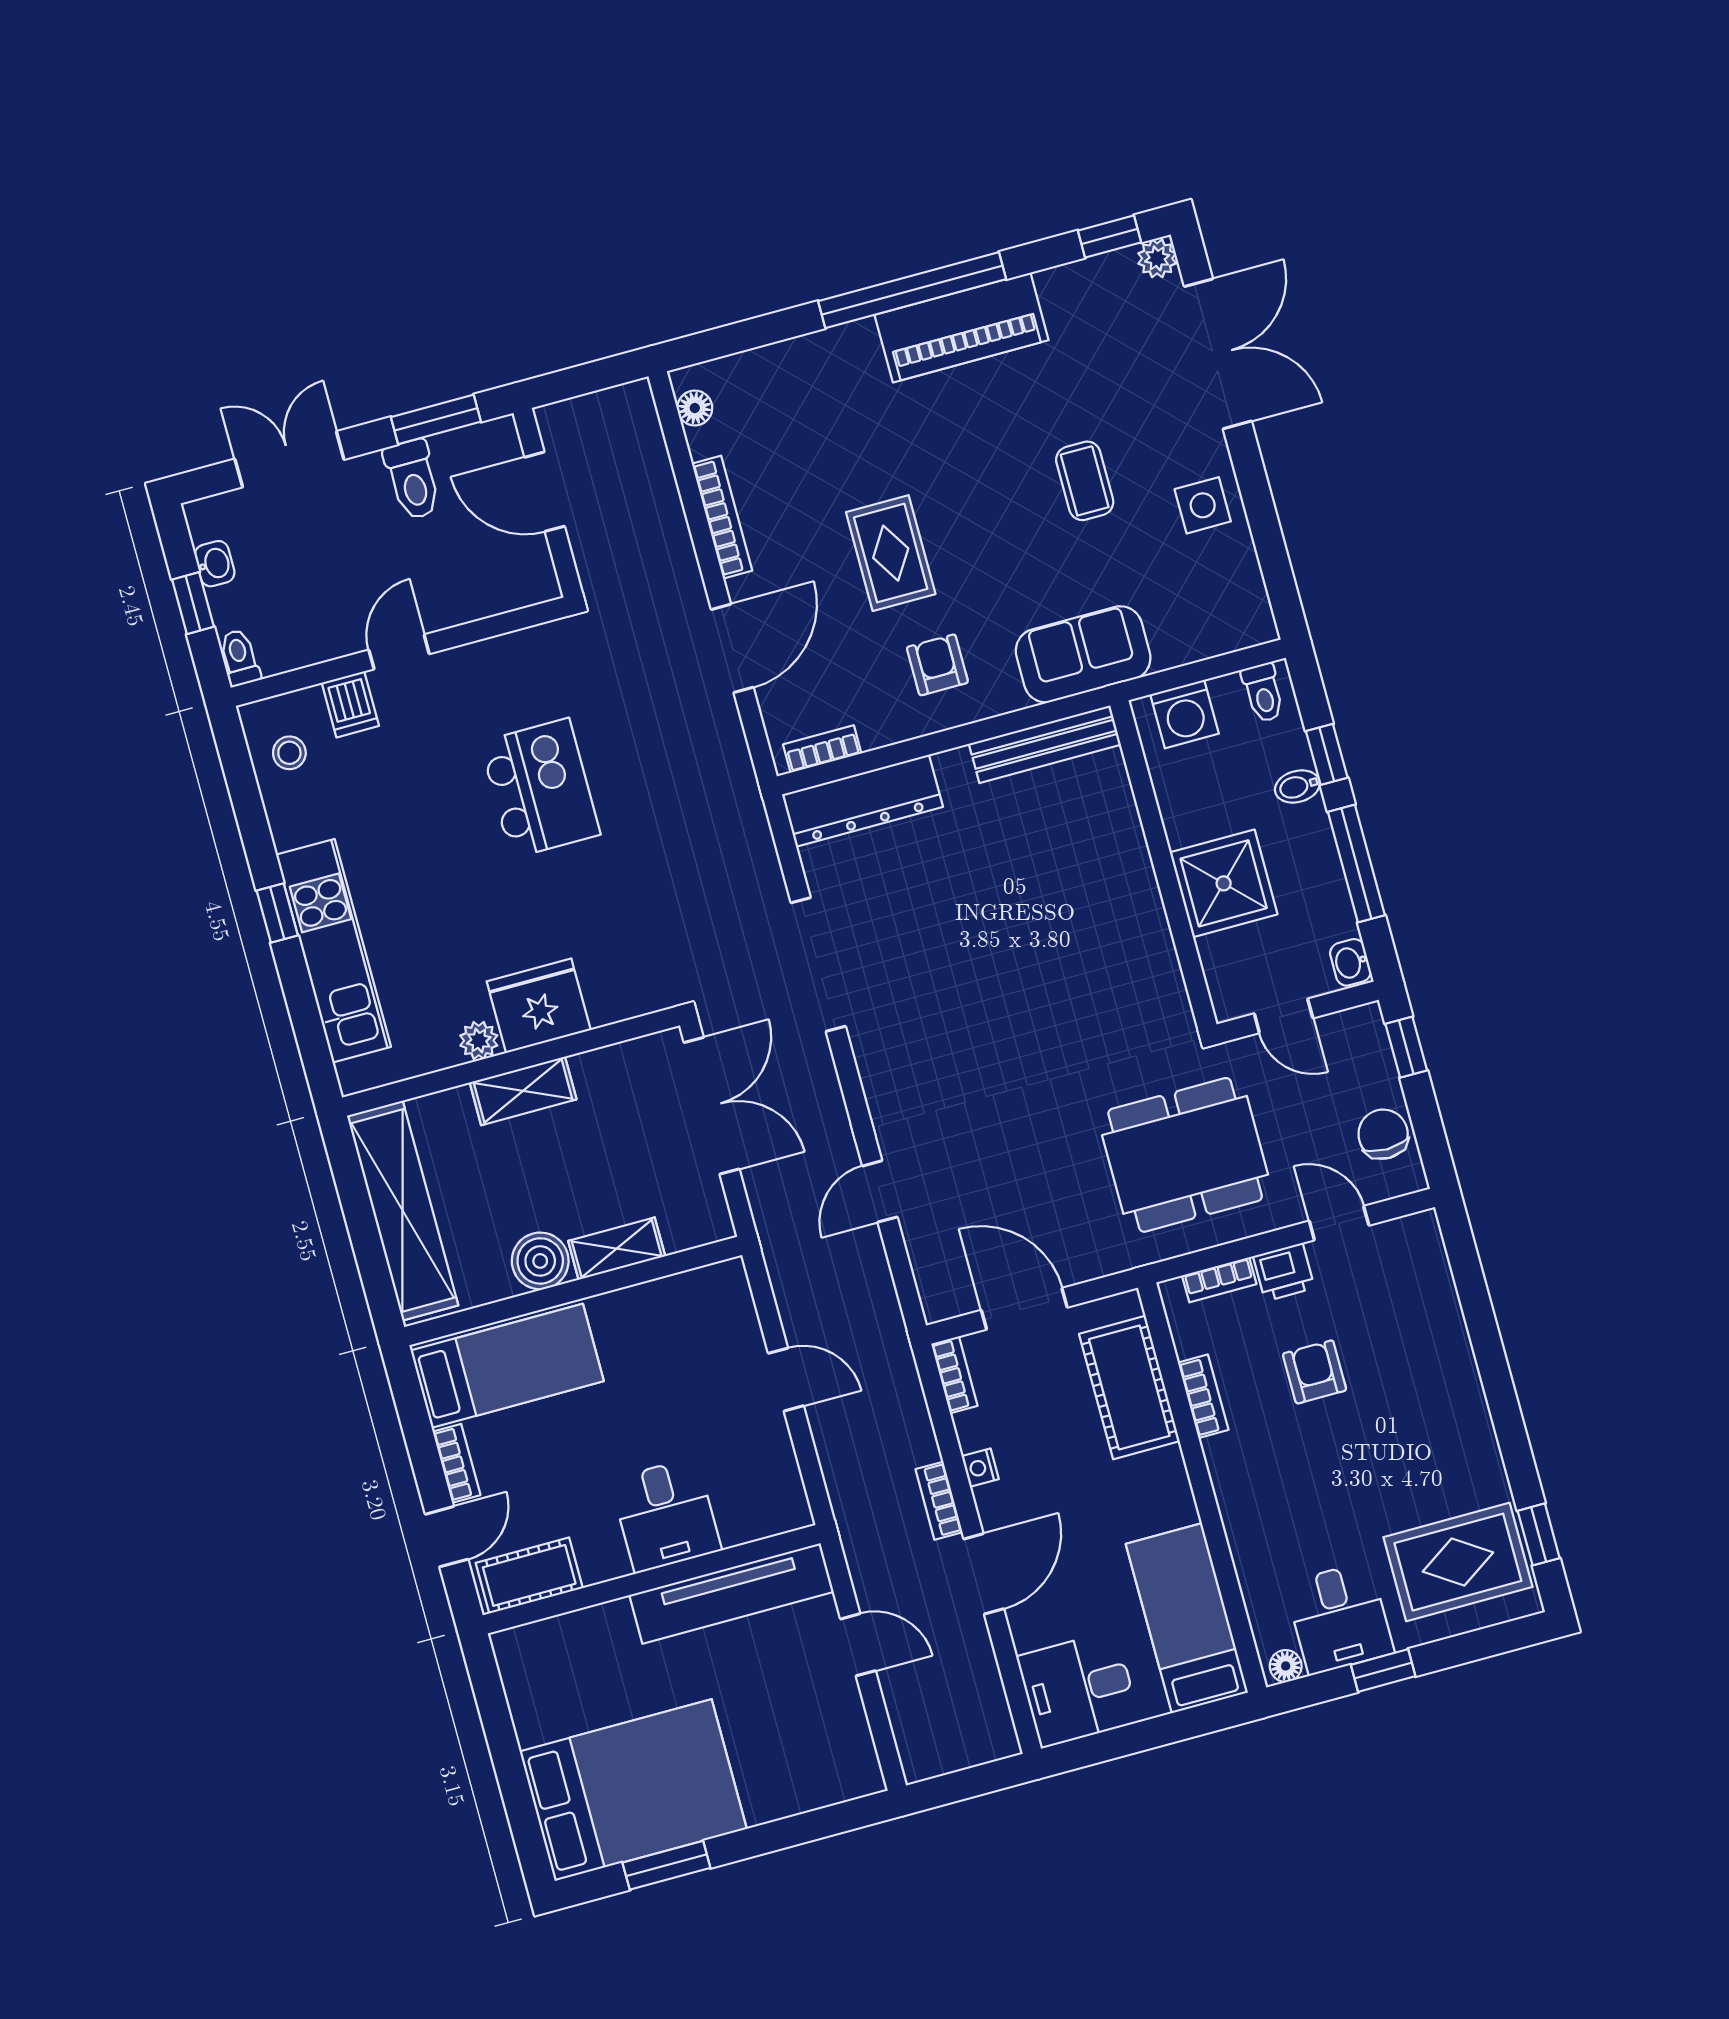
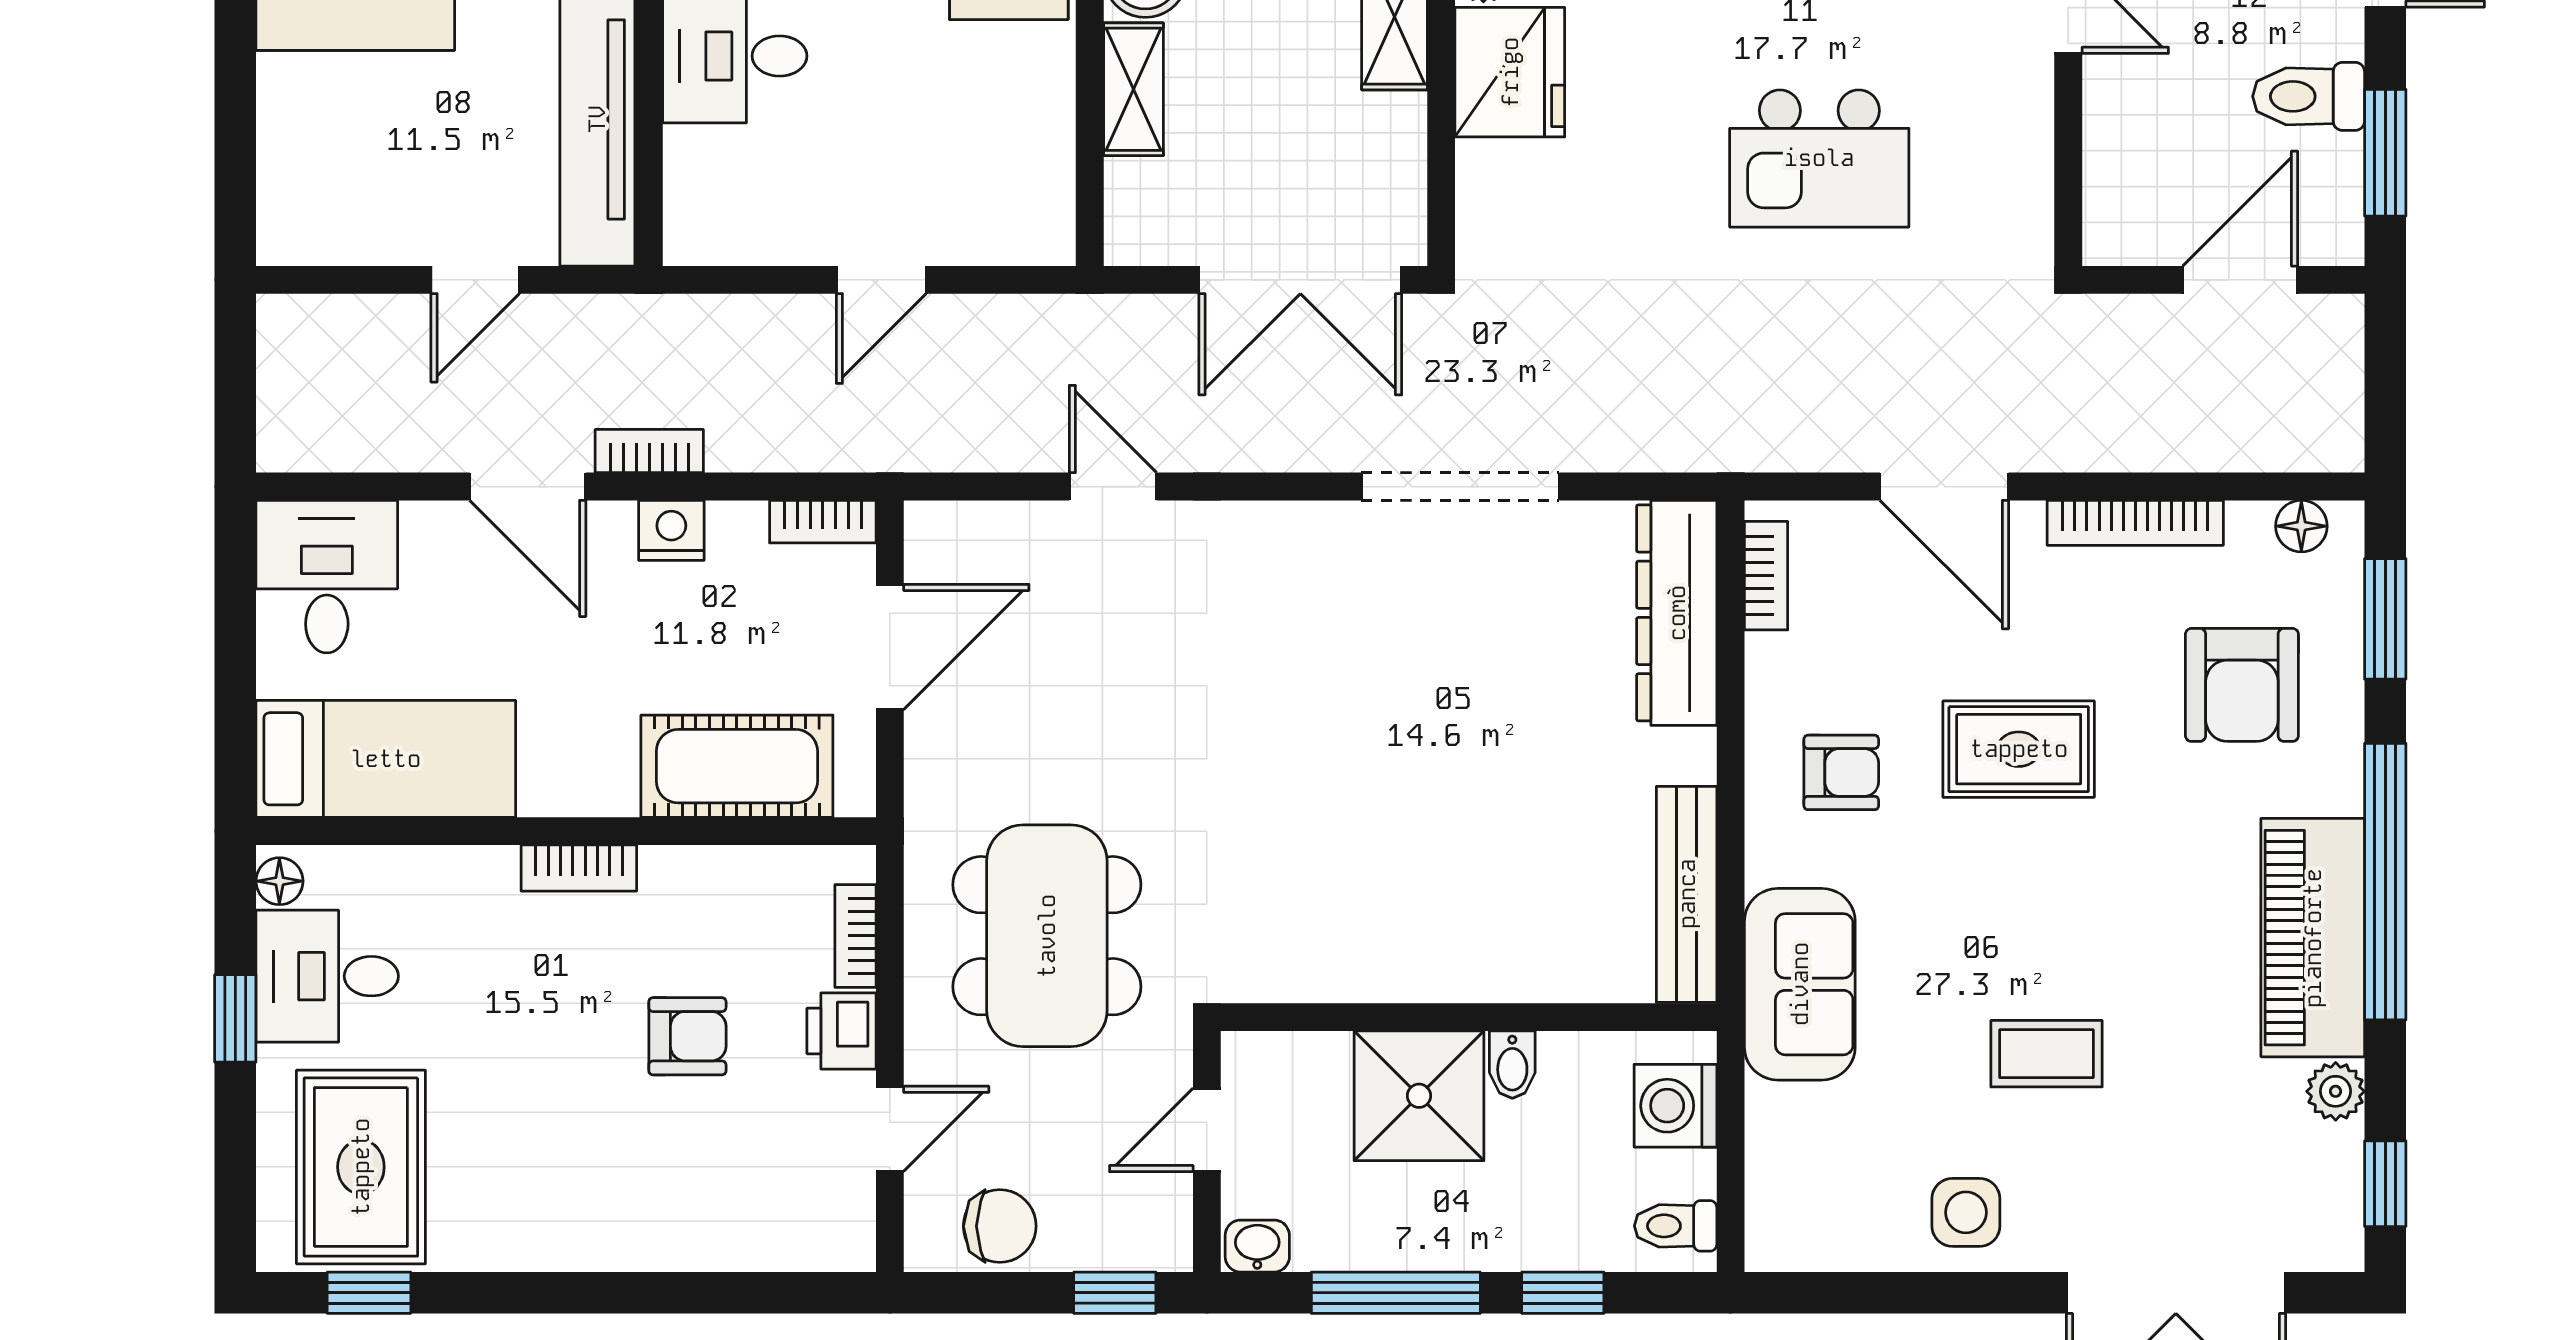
plant: (1157, 258) -> (2336, 1091), moved
window: (740, 337) -> (2385, 619), added
armchair: (809, 419) -> (2242, 685), added
bidet: (1297, 786) -> (1512, 1065), moved, turned 180
bookcase: (1203, 1396) -> (579, 868), moved
nightstand: (980, 1468) -> (671, 530), width x1.39, depth x1.35

